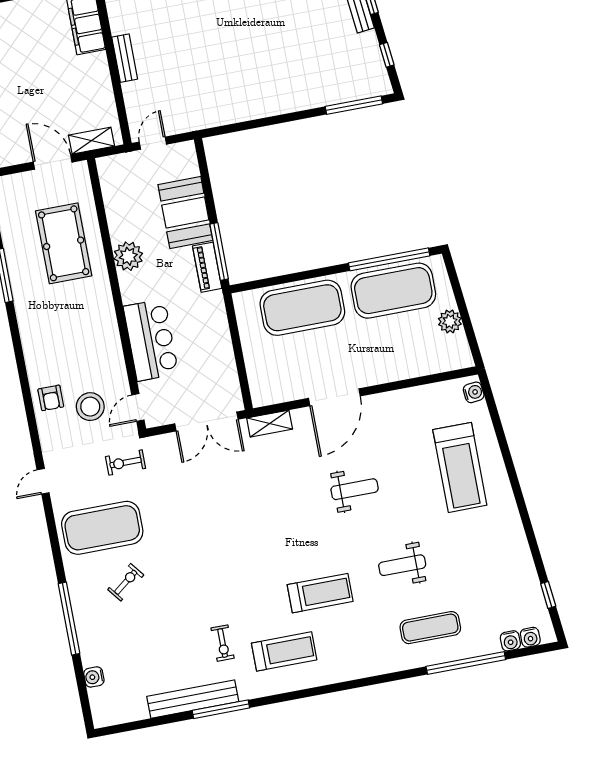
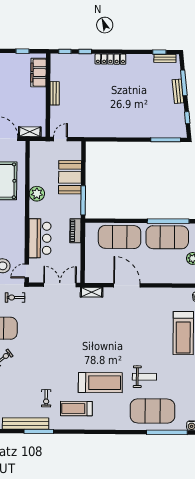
piano: (207, 267) -> (75, 231), moved
door: (334, 397) -> (127, 285), swing flipped
double door: (206, 421) -> (60, 285), swing flipped
weight bench: (355, 489) -> (128, 334), removed
weight bench: (402, 565) -> (144, 377), turned 180
treadmill: (320, 593) -> (100, 383), width x1.37, depth x1.37
exercise mat: (430, 628) -> (152, 411), width x2.00, depth x1.45
treadmill: (284, 651) -> (76, 409), turned 180

